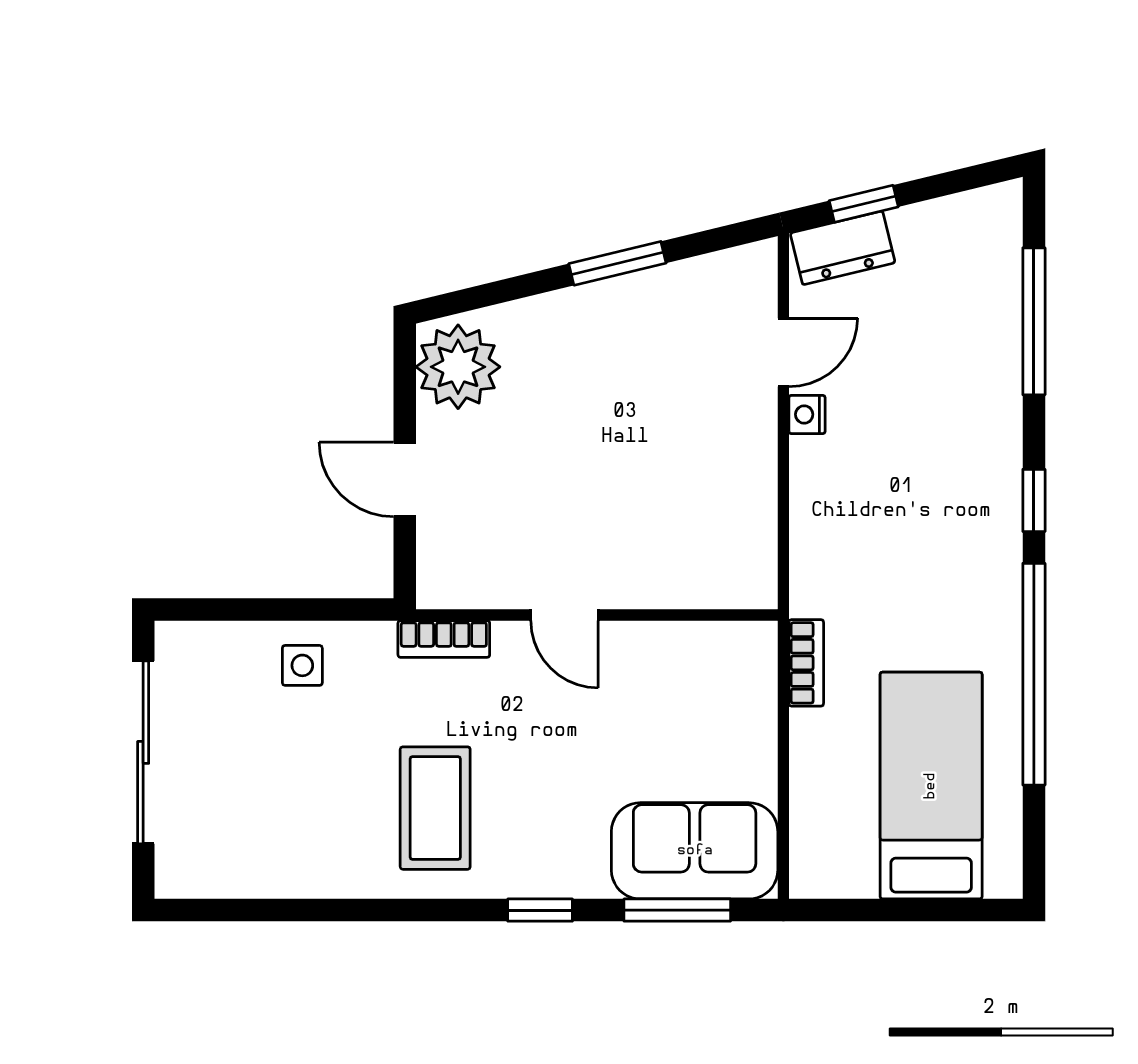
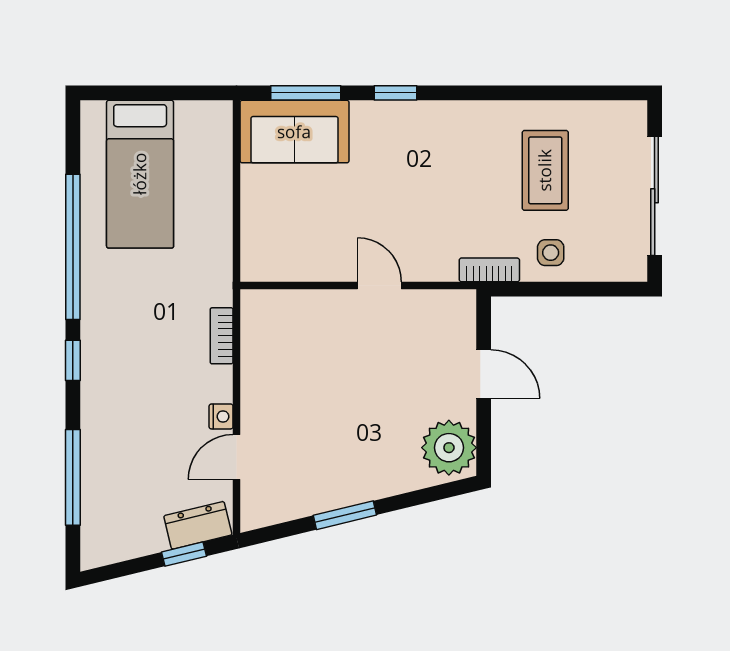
bookcase: (444, 639) -> (489, 270), moved
bookcase: (806, 663) -> (222, 336), moved
coffee table: (435, 808) -> (545, 170), moved

